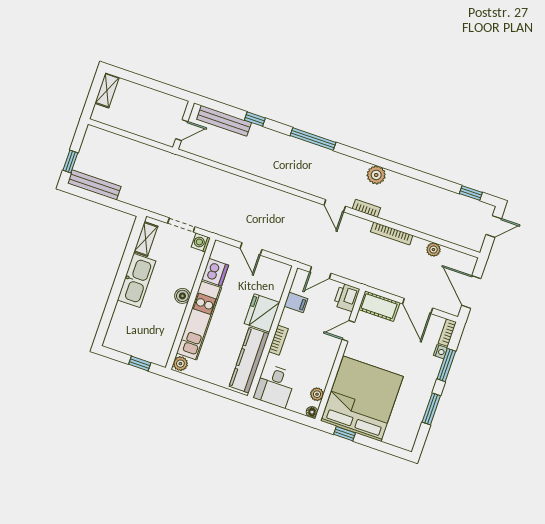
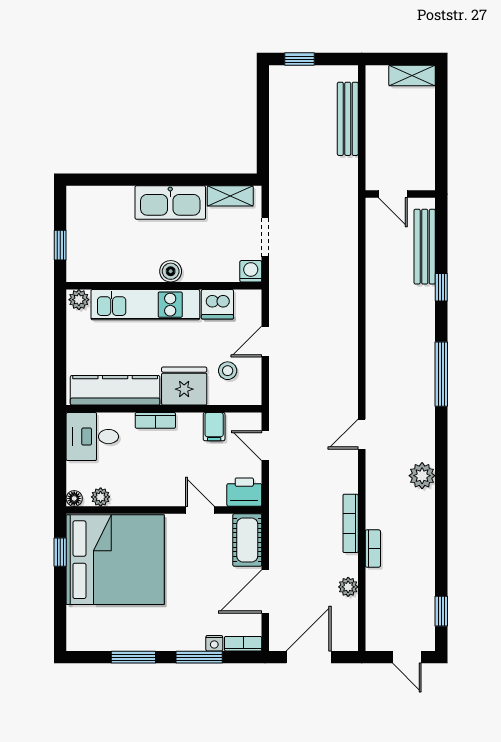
bench: (94, 185) -> (348, 119), moved
bookcase: (366, 208) -> (373, 549), moved
stool: (262, 281) -> (228, 371), added

